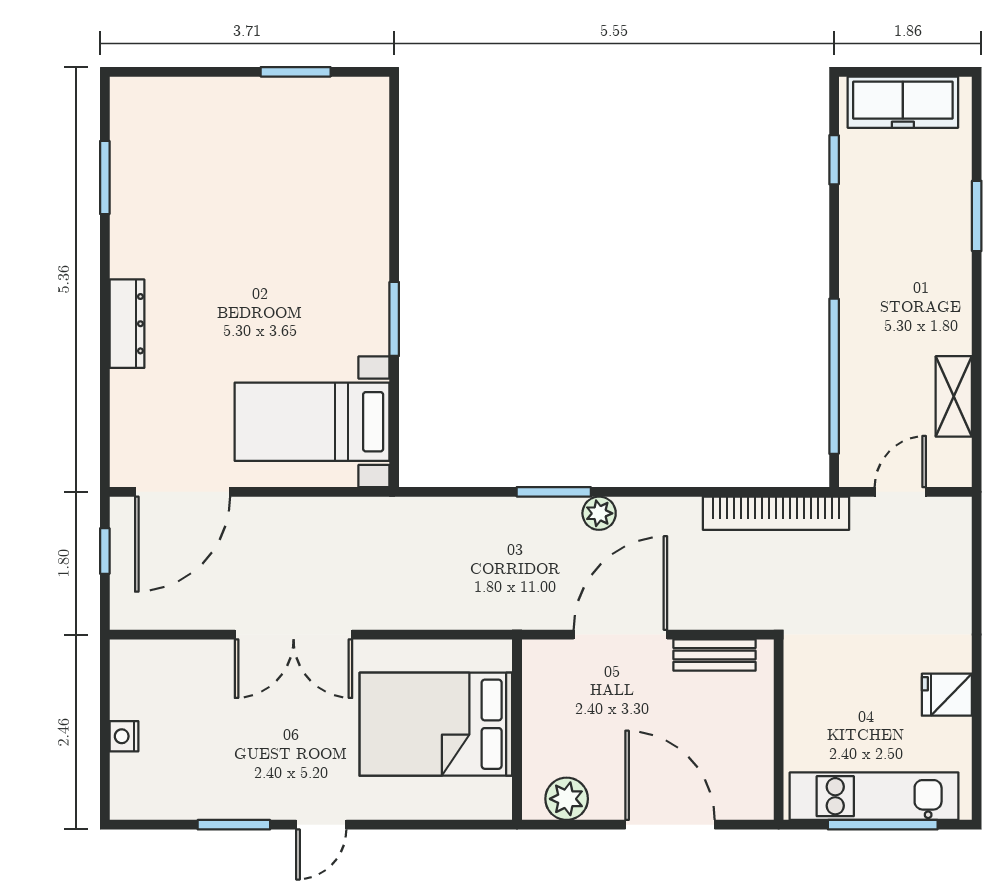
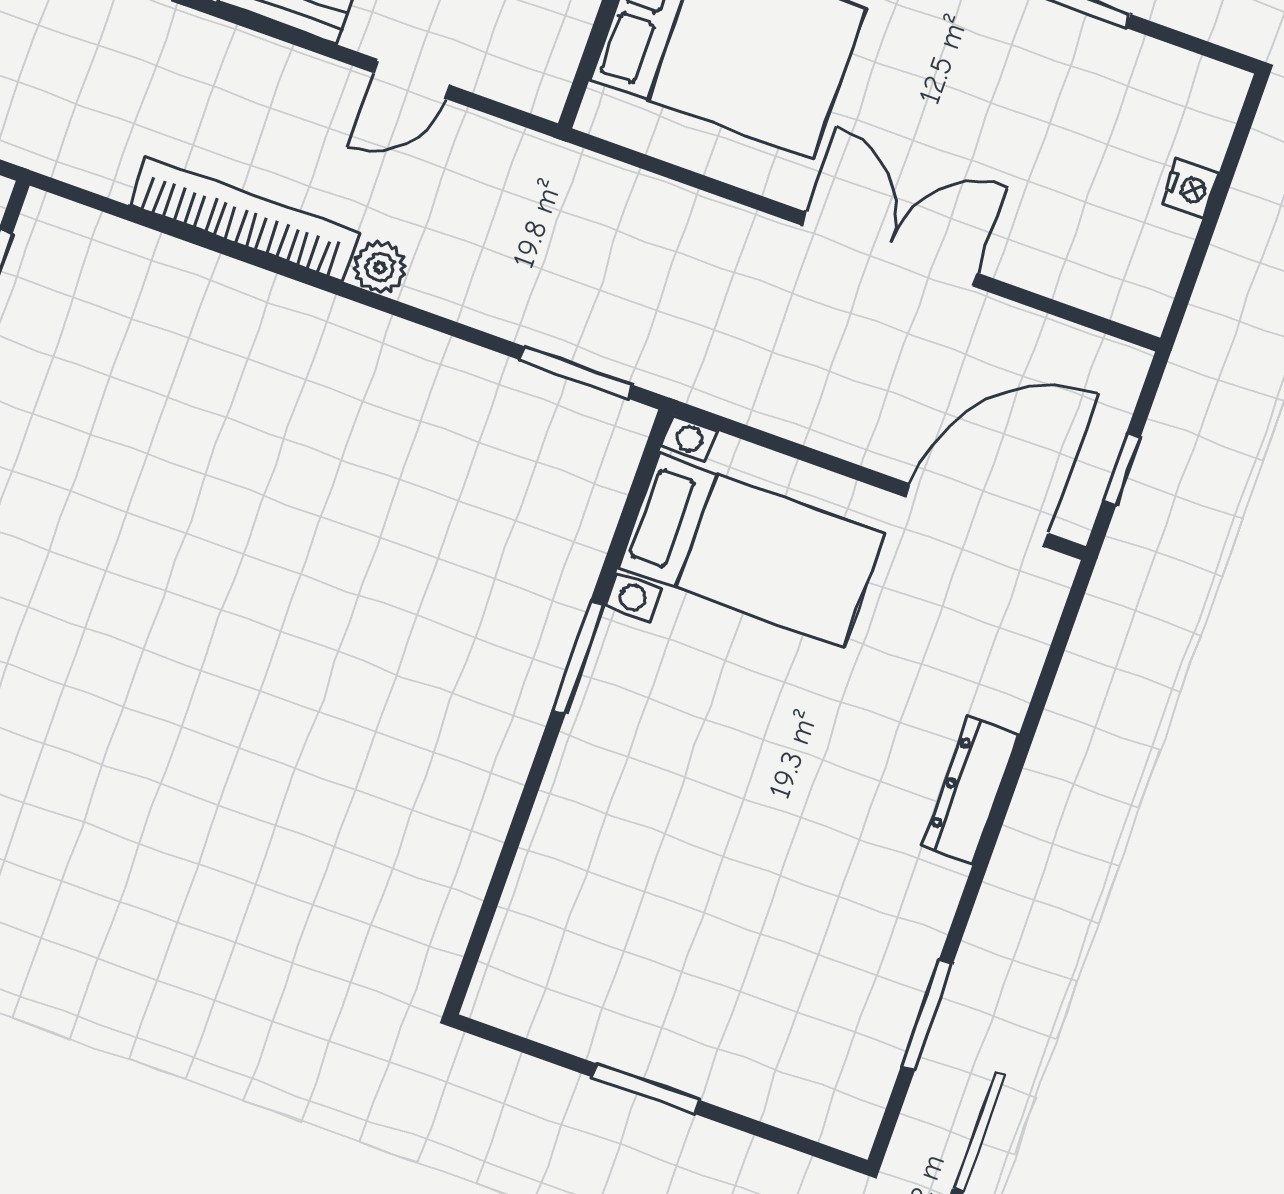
window: (296, 72) -> (646, 1089), moved
window: (554, 492) -> (576, 372), moved
bookcase: (776, 513) -> (244, 219), moved
door: (620, 635) -> (412, 79), width x0.53

